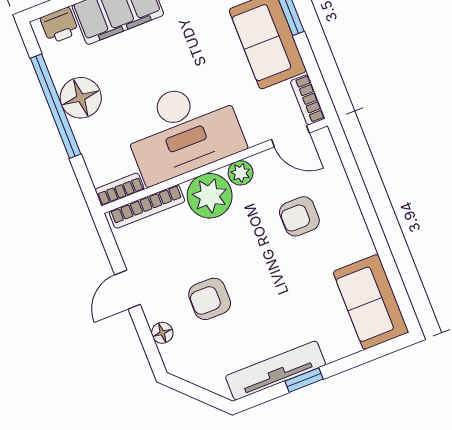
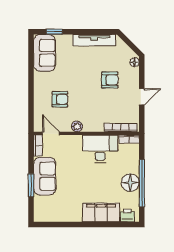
desk: (183, 130) -> (100, 149), width x0.73, depth x0.77
plant: (210, 196) -> (93, 122), removed
floor lamp: (162, 333) -> (135, 62), moved
window: (304, 380) -> (54, 32), moved

